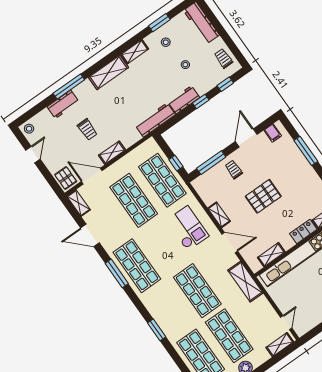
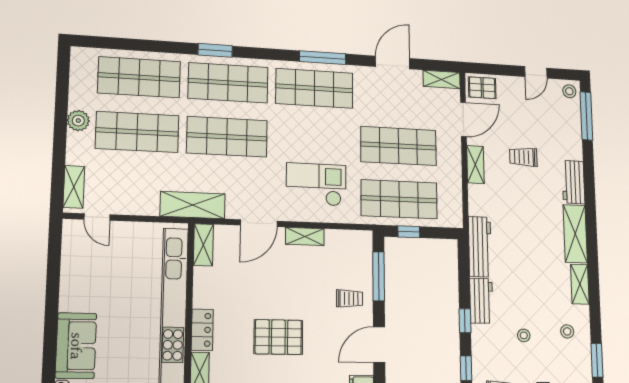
window: (159, 23) -> (597, 360), moved
window: (69, 87) -> (586, 116), moved
workbench: (63, 104) -> (573, 182), moved
door: (246, 138) -> (379, 345), swing flipped
door: (33, 155) -> (536, 72), hinge flipped
pallet: (263, 196) -> (278, 337), moved, turned 90
checkout: (188, 228) -> (316, 184), turned 180
shelving: (271, 255) -> (203, 245), moved
shop shelf: (169, 311) -> (228, 83), added

